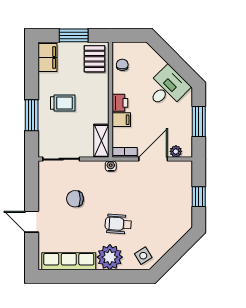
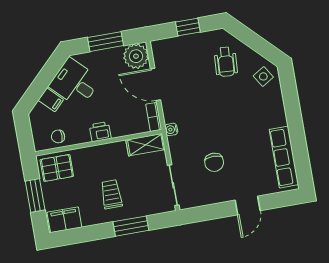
filing cabinet: (121, 120) -> (51, 100), moved, turned 135
plant: (176, 151) -> (136, 56), width x1.88, depth x1.88
wheelchair: (118, 224) -> (226, 62), moved
plant: (110, 257) -> (271, 113), removed

